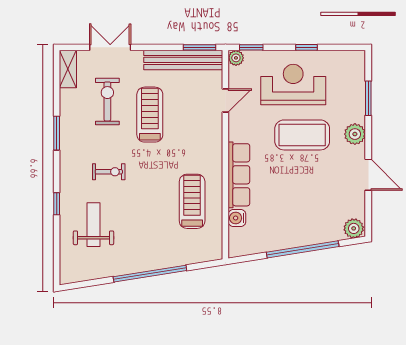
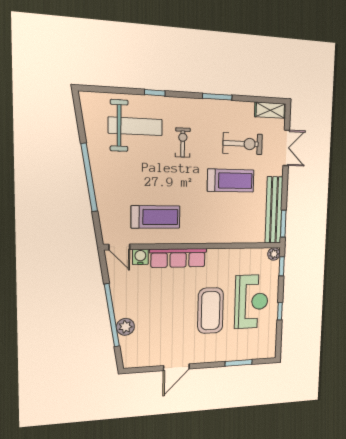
door: (225, 100) -> (119, 247), moved
plant: (355, 134) -> (210, 354), removed
exercise bike: (109, 172) -> (183, 143), turned 180
weight bench: (93, 225) -> (135, 126), width x1.36, depth x1.33
plant: (354, 228) -> (125, 327), moved

